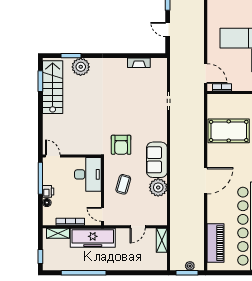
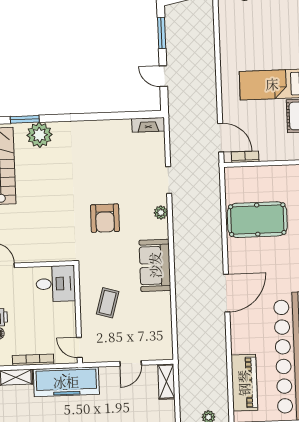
fireplace: (139, 63) -> (148, 125), moved
armchair: (121, 145) -> (105, 218), moved
desk: (88, 174) -> (56, 284), width x0.73
plant: (158, 187) -> (161, 213), moved, width x0.53, depth x0.53

